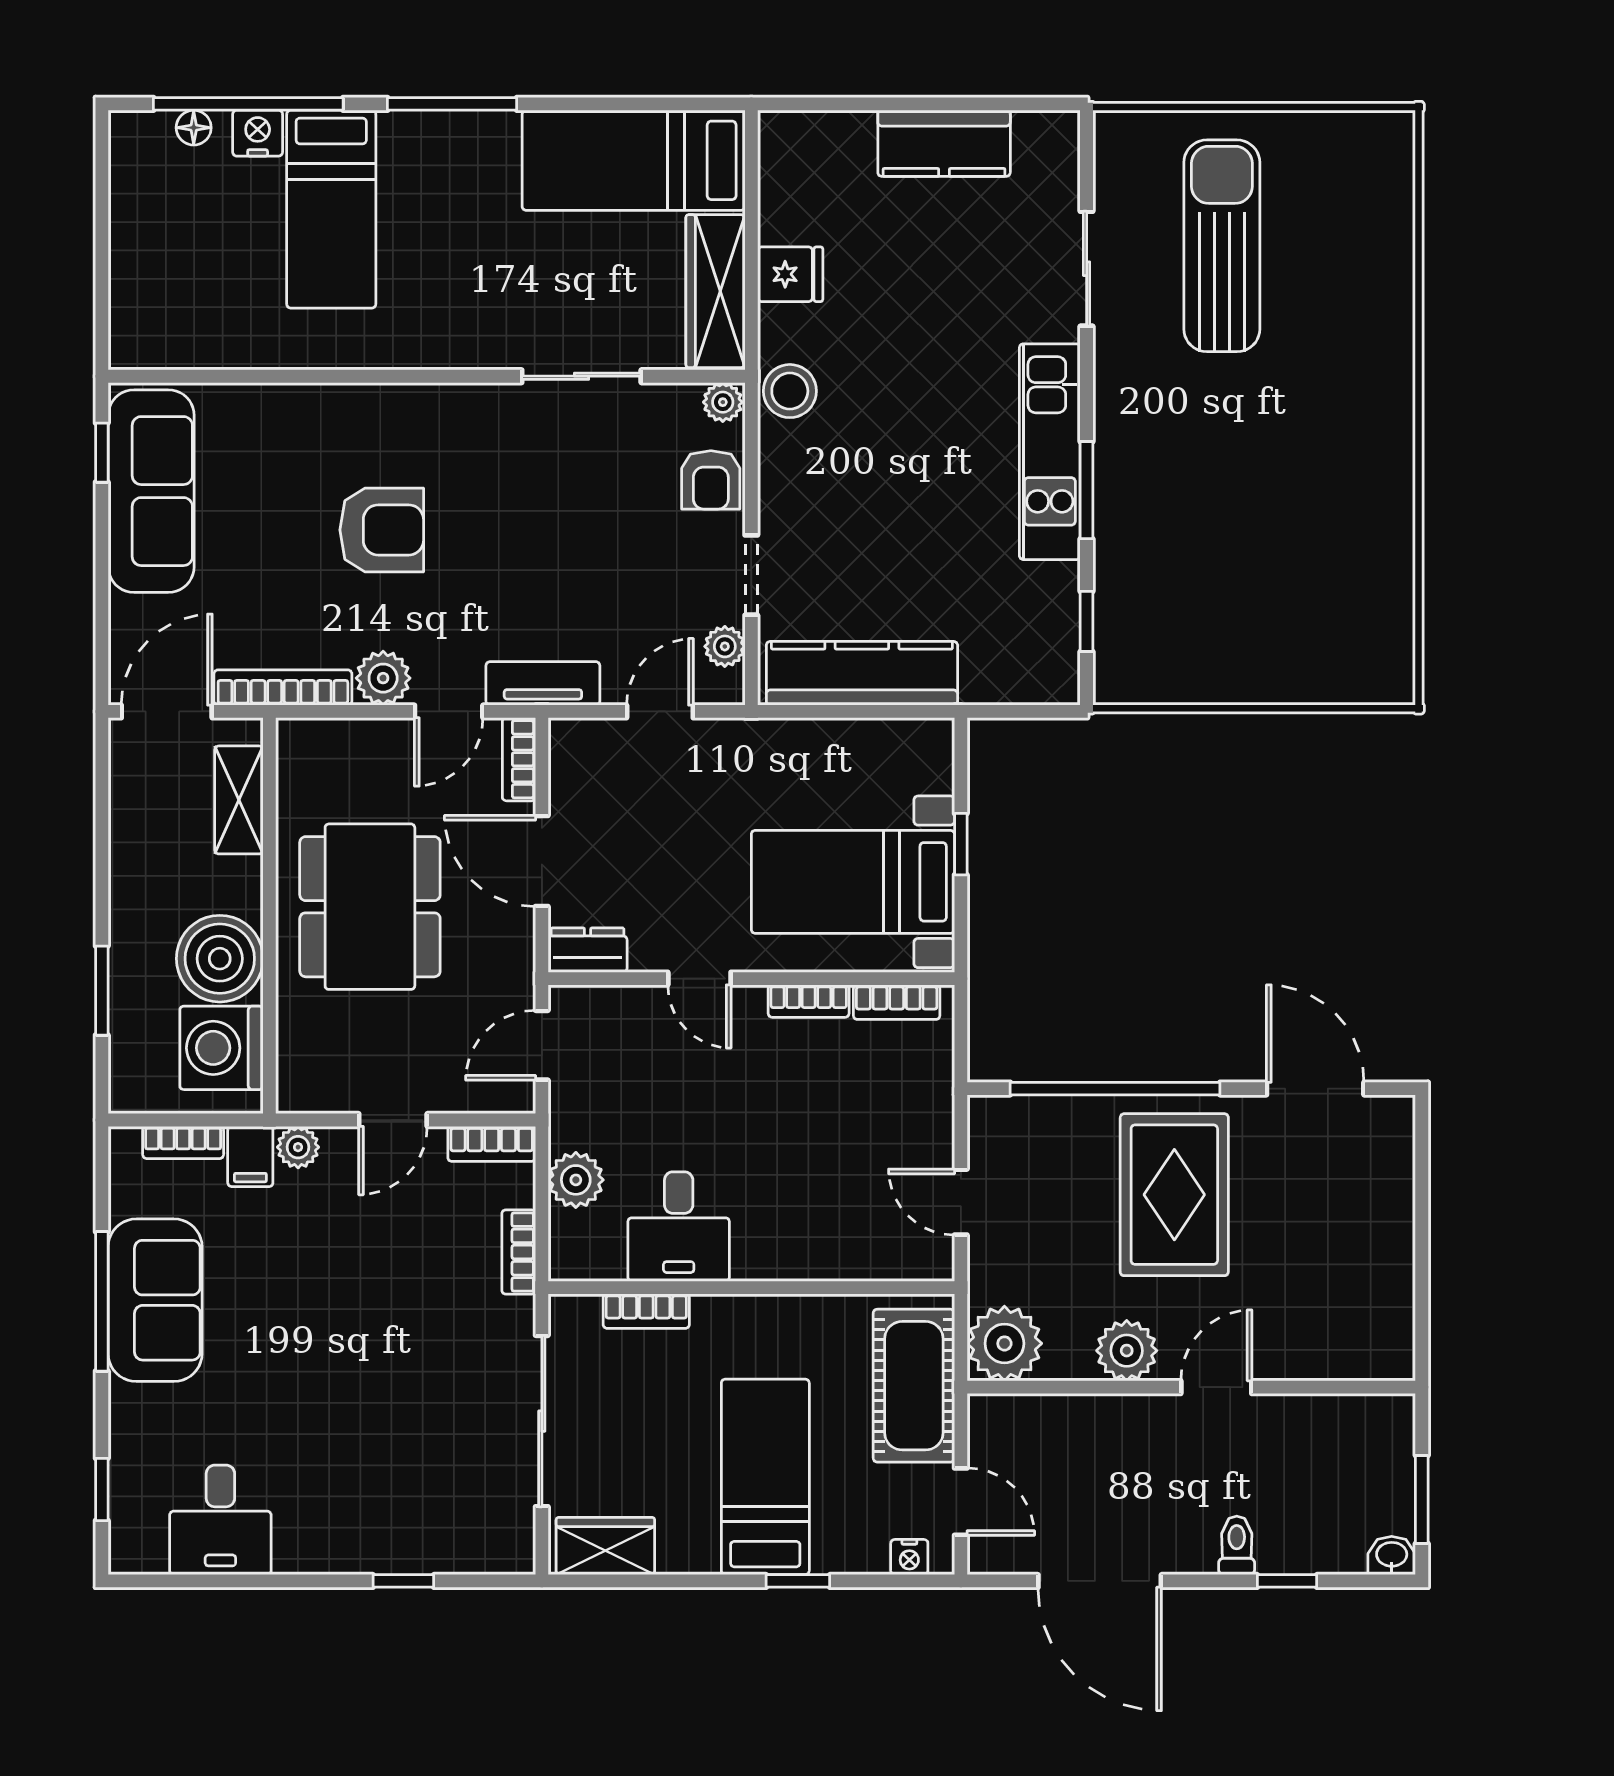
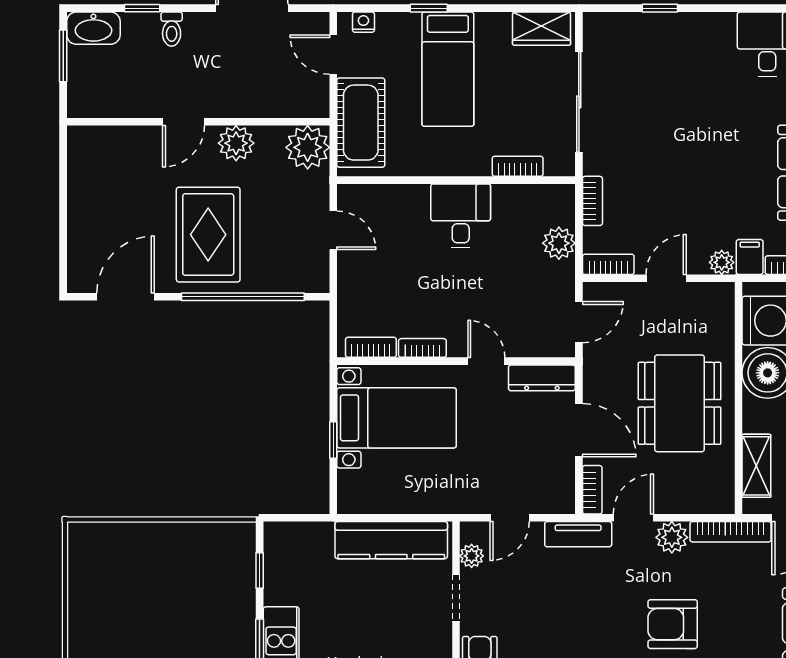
dresser: (588, 950) -> (542, 378), width x1.44
door: (1315, 1089) -> (126, 297), swing flipped
desk: (679, 1227) -> (461, 216), moved
washbasin: (1392, 1555) -> (93, 28), width x1.91, depth x1.45

